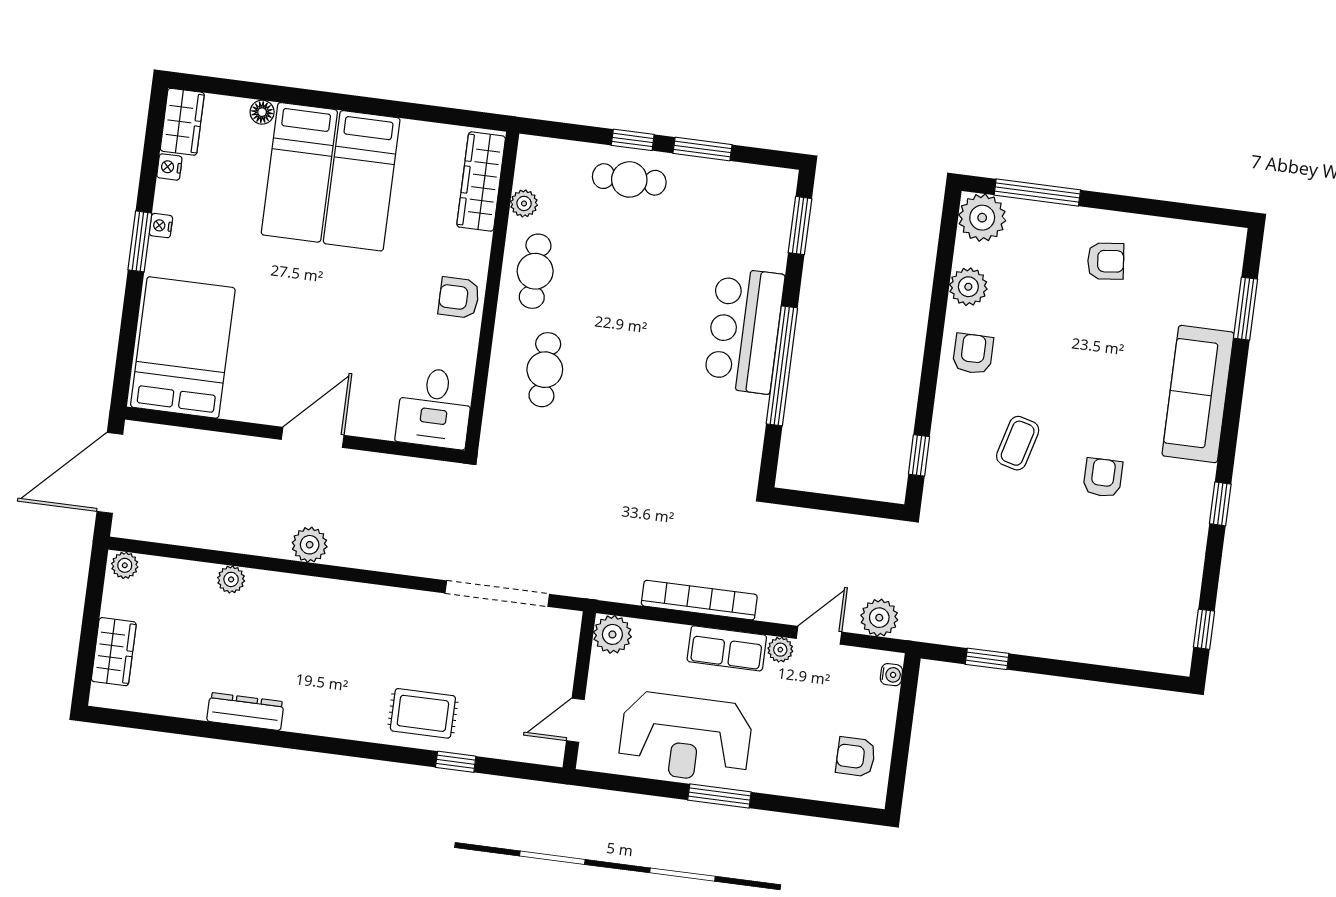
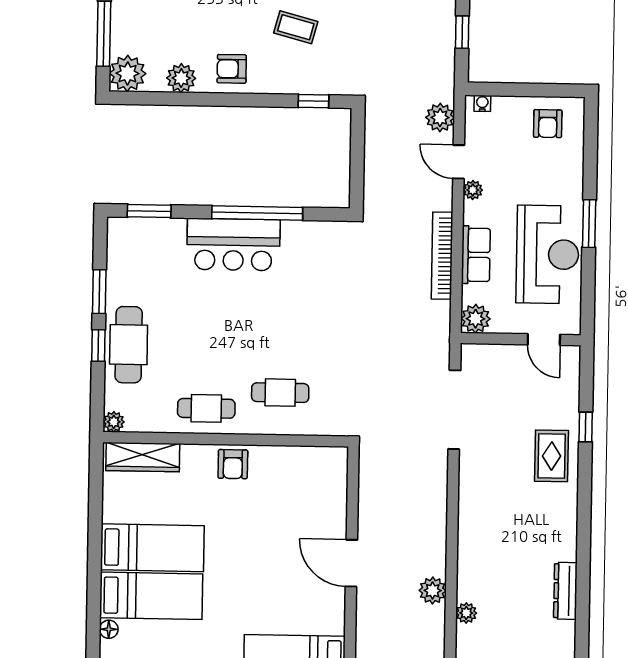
cafe table: (629, 179) -> (129, 345), width x1.37, depth x1.35
plant: (524, 203) -> (114, 422), moved
desk: (435, 408) -> (319, 473), removed
plant: (310, 545) -> (433, 591), moved
row of seats: (727, 648) -> (476, 255), moved

